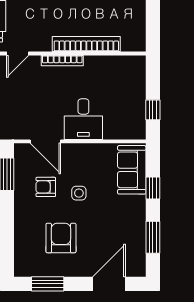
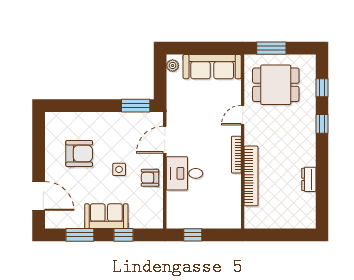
door: (18, 54) -> (243, 115), hinge flipped
sofa: (132, 170) -> (106, 216), moved
armchair: (46, 187) -> (150, 178), moved, turned -90
window: (48, 284) -> (39, 142), removed

